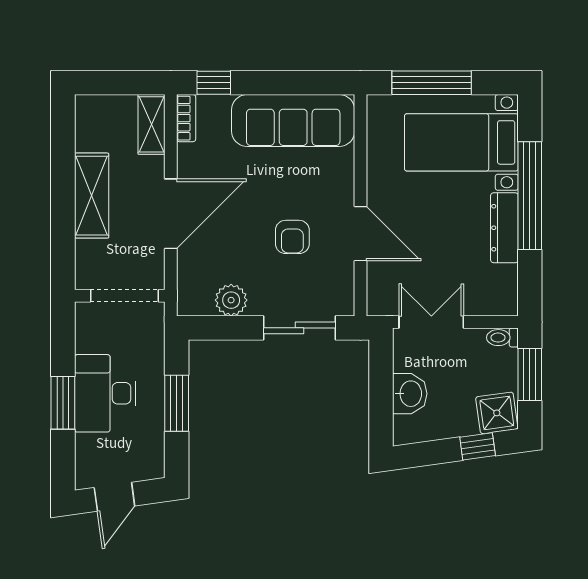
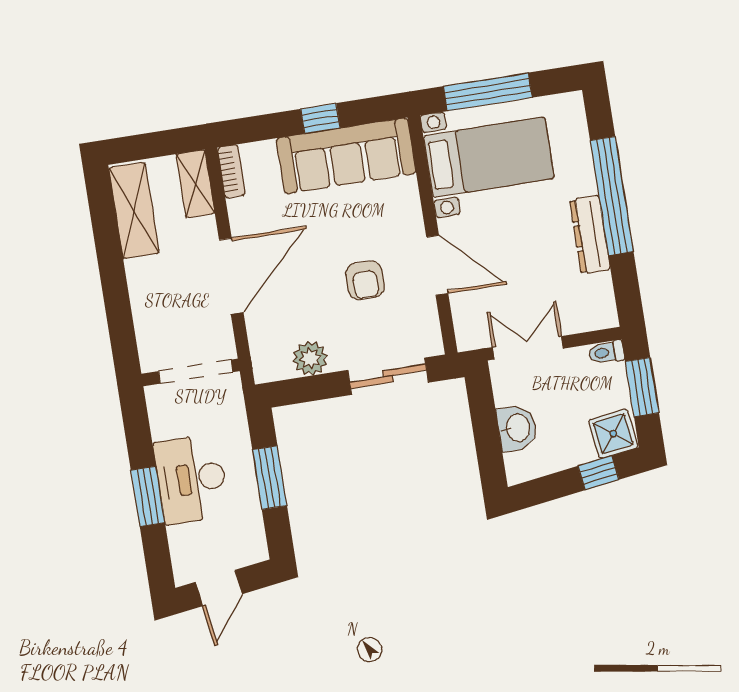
window: (214, 83) -> (320, 118), moved
bed with nightstands: (461, 142) -> (489, 157), moved, turned 180
shelving: (92, 196) -> (134, 210), moved

